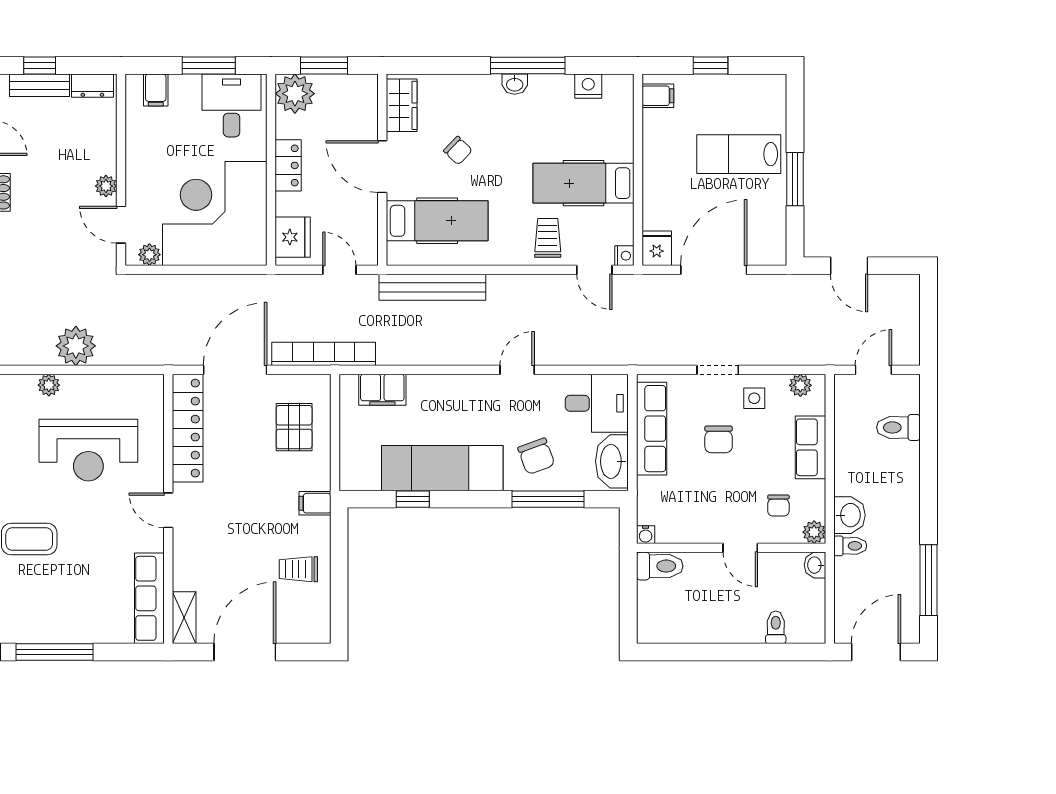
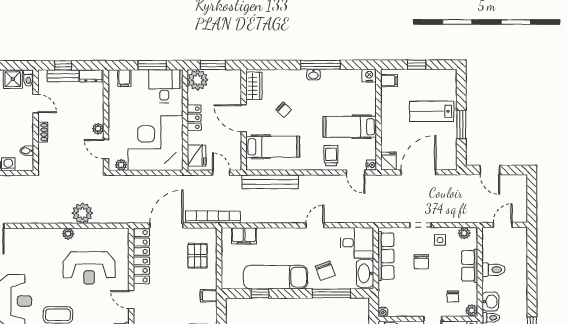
nightstand: (588, 86) -> (369, 76), moved
toilet: (898, 427) -> (493, 270), moved, turned 180

